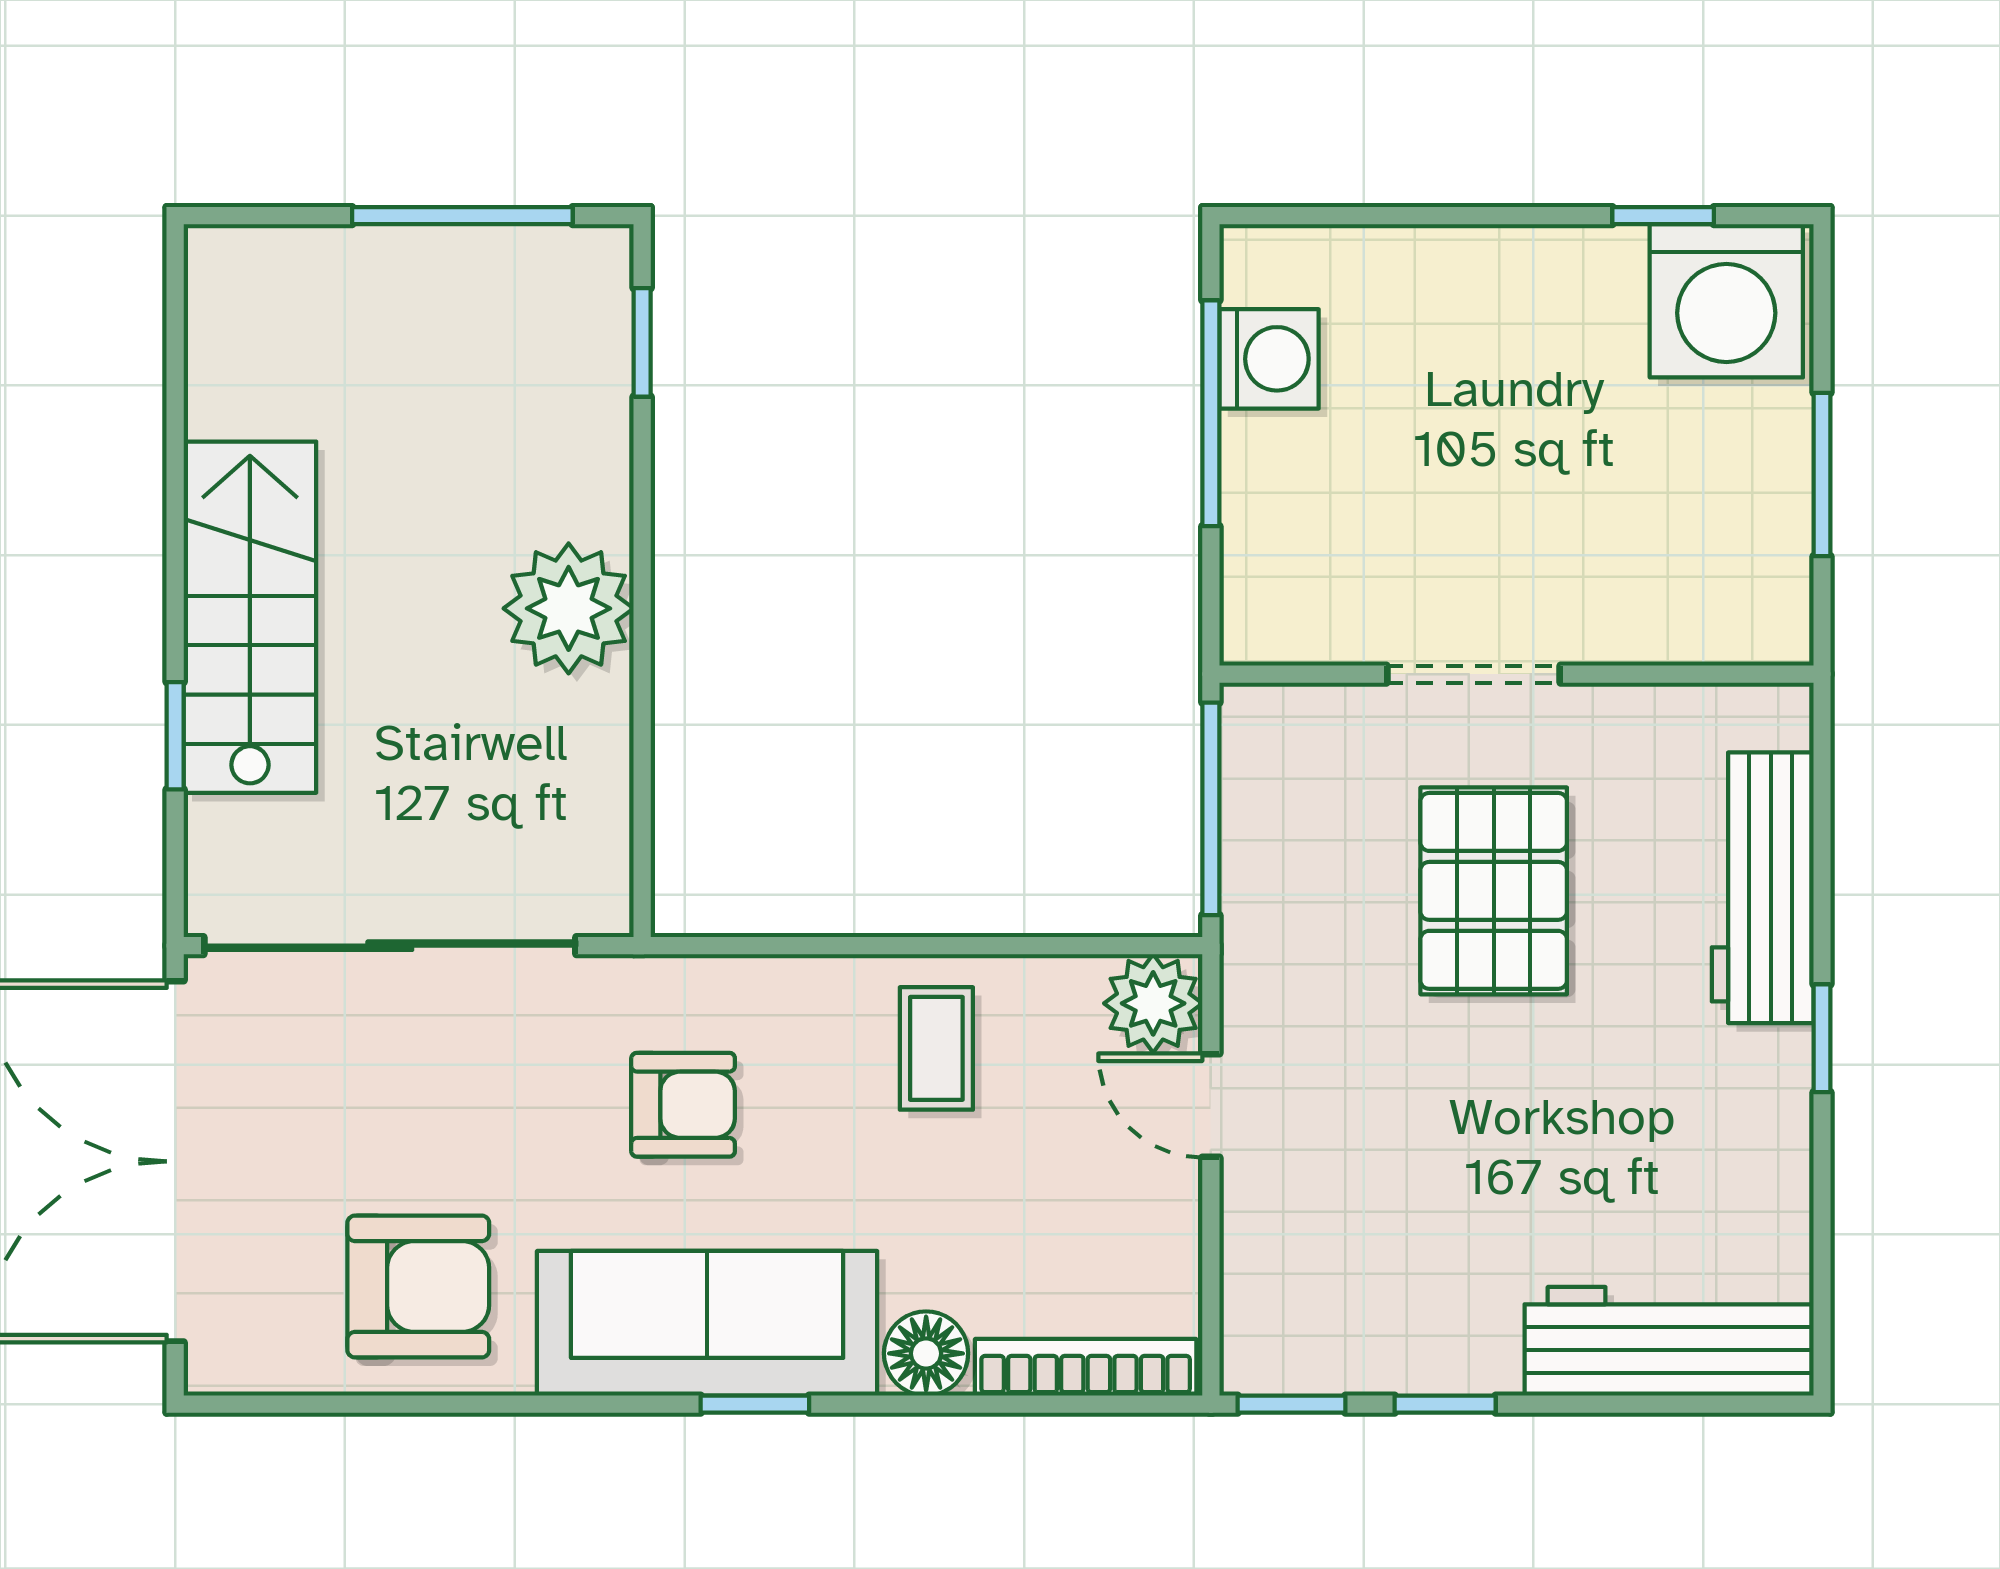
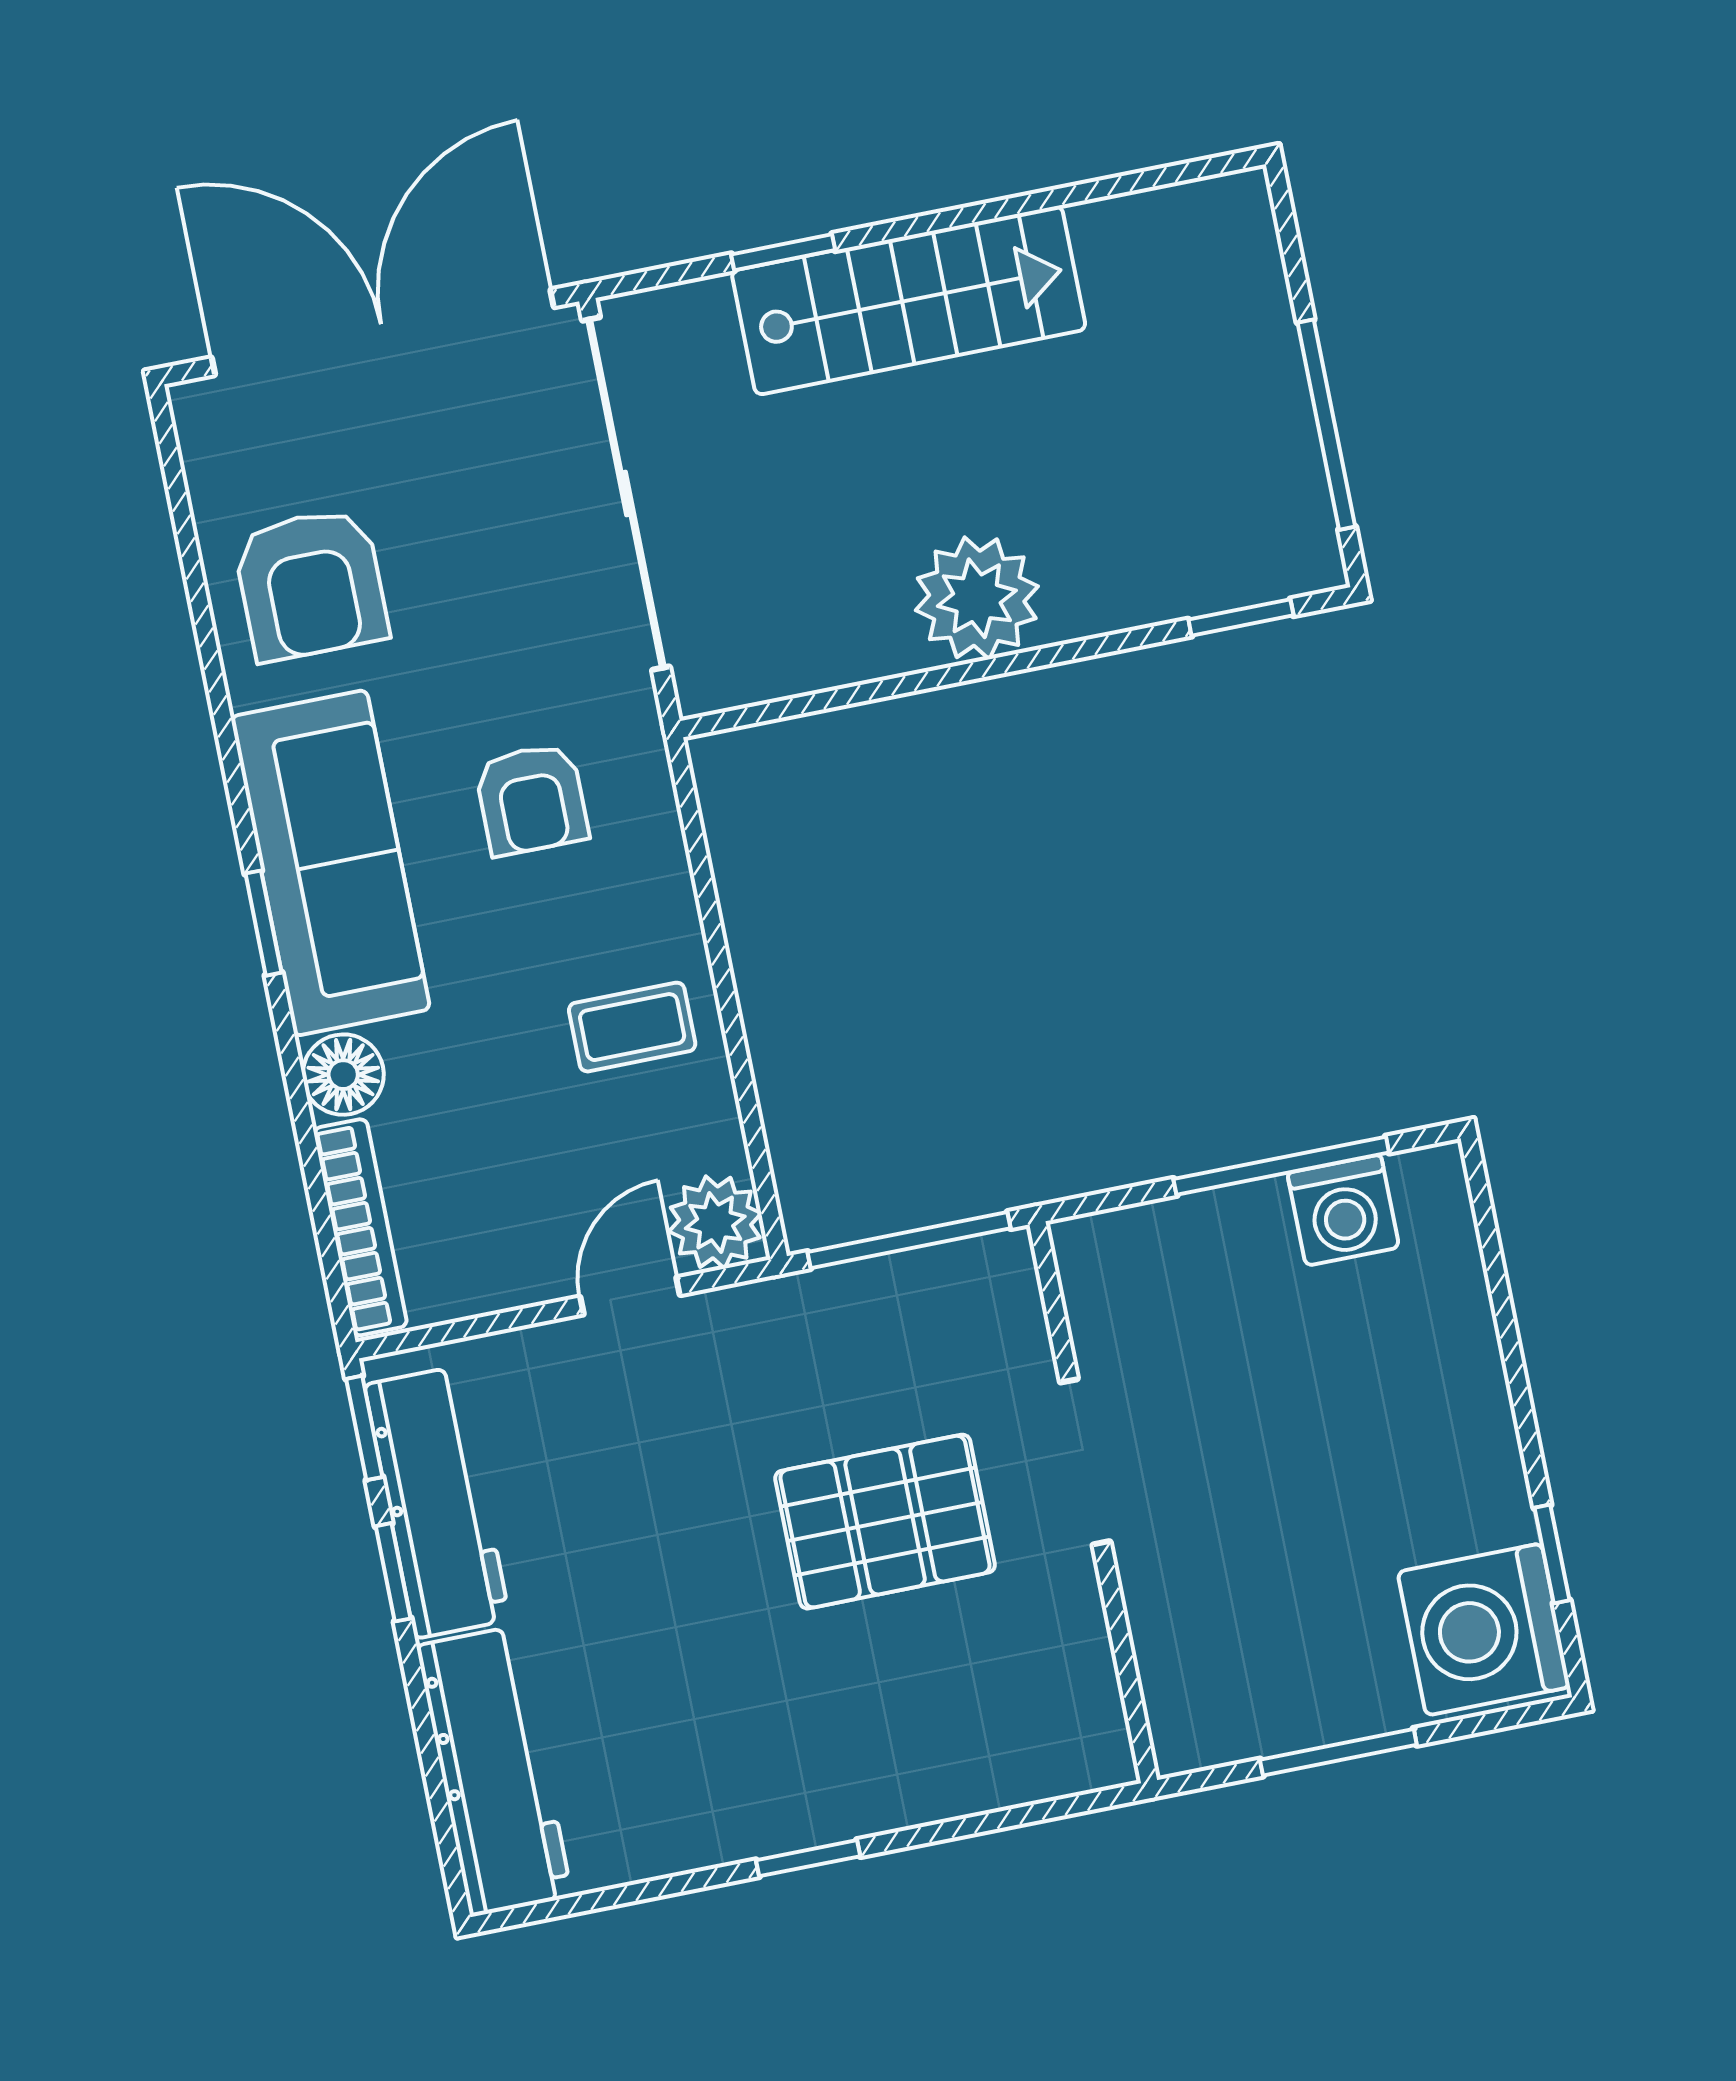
workbench: (1763, 888) -> (437, 1502), moved, turned 90

